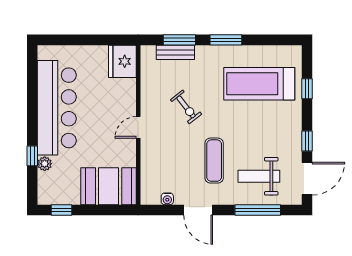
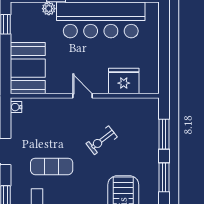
bench: (175, 52) -> (152, 130), removed
fridge: (122, 61) -> (124, 81), moved
water cooler: (167, 199) -> (16, 107), moved

